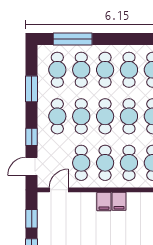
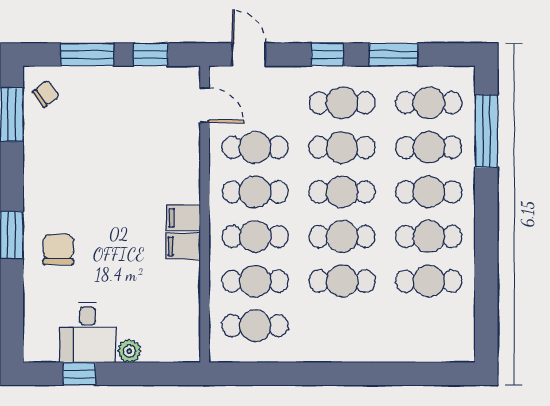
window: (32, 137) -> (327, 55), moved
filing cabinet: (104, 202) -> (183, 246), moved

